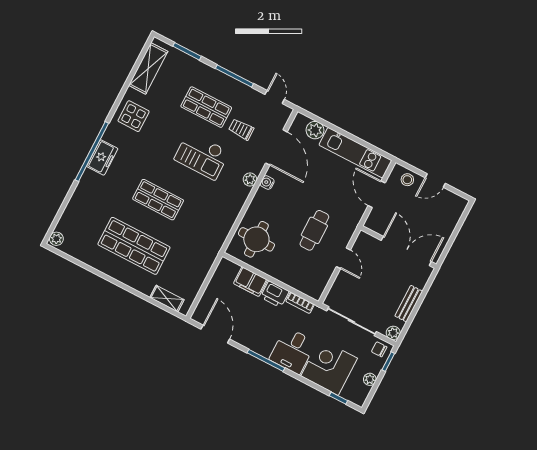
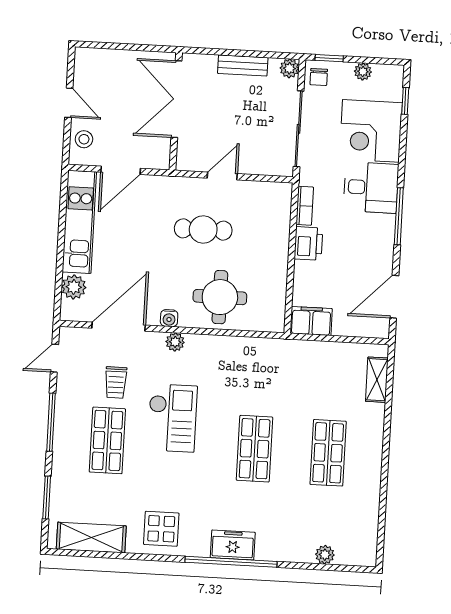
plant: (56, 239) -> (325, 555), moved
round table: (256, 239) -> (220, 297), moved
shop shelf: (134, 246) -> (328, 453), width x0.70, depth x0.74
filing cabinet: (250, 282) -> (311, 321), moved, turned -90

